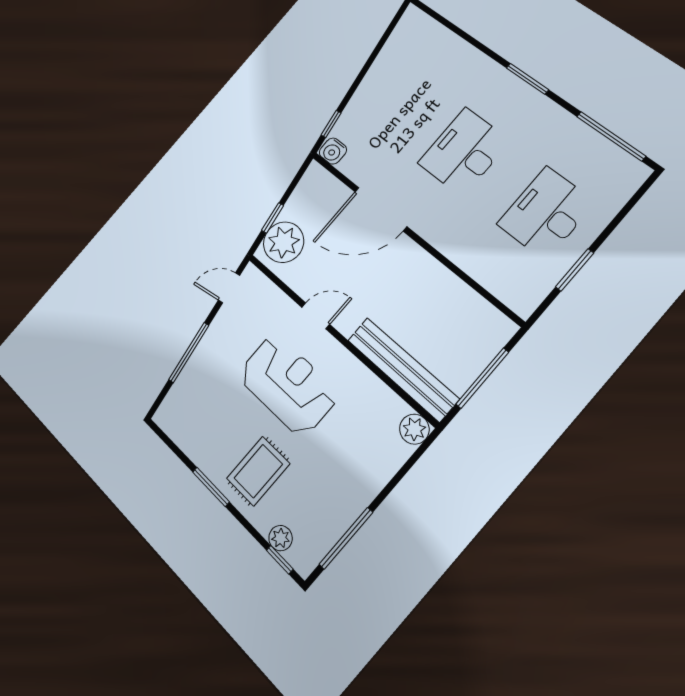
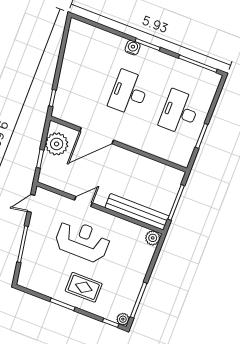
water cooler: (333, 151) -> (133, 48), moved, turned 180
plant: (284, 242) -> (57, 144), moved
rug: (258, 471) -> (84, 287), turned 90
plant: (281, 538) -> (123, 319), moved

